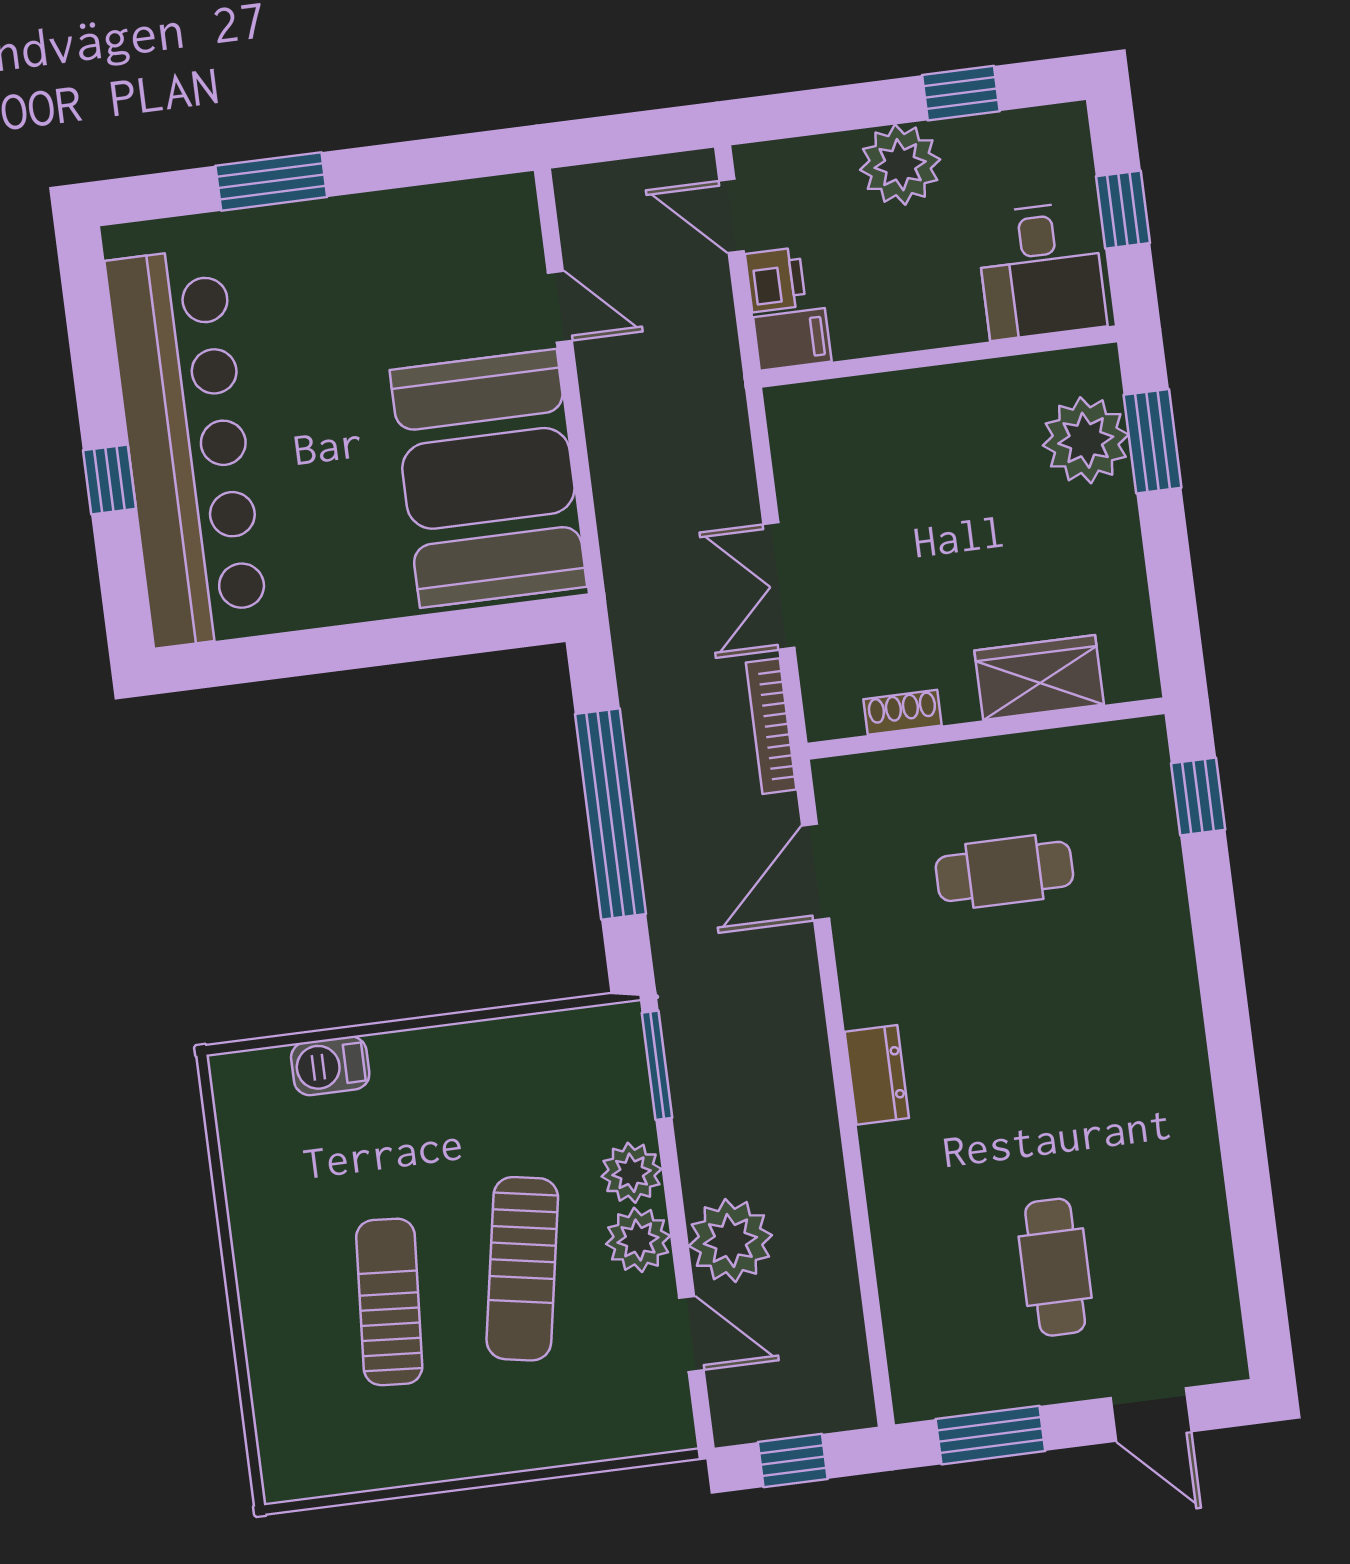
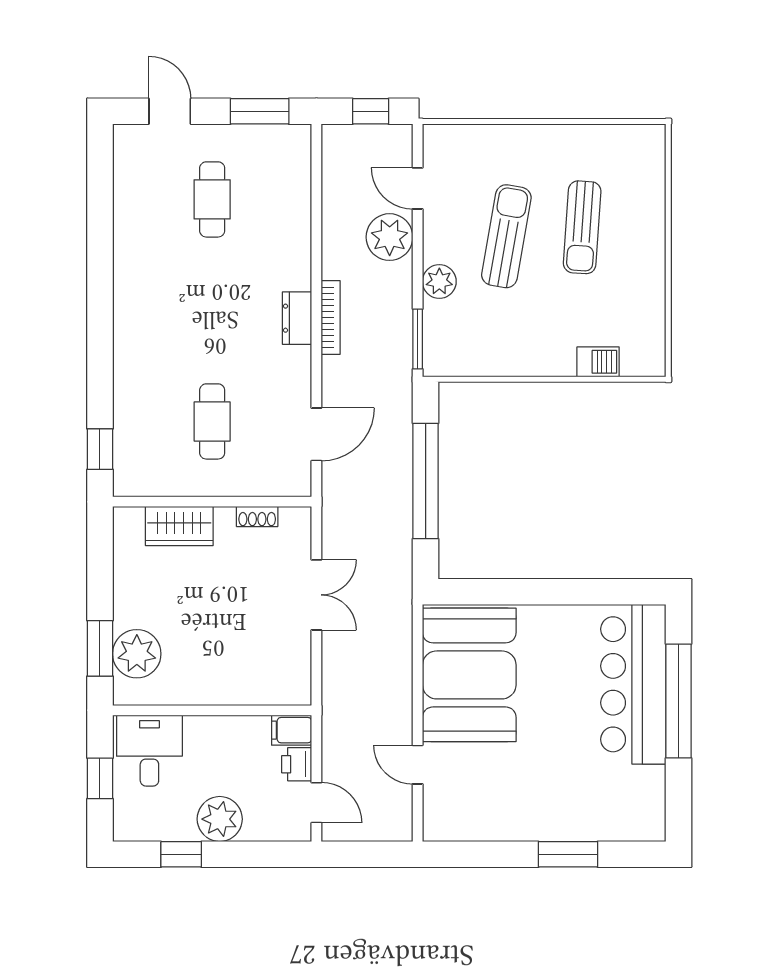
bar counter: (187, 447) -> (633, 684), width x0.73
window: (110, 480) -> (678, 701), width x3.17
bookcase: (771, 726) -> (331, 317), moved
cafe table: (1004, 871) -> (212, 421), turned 90
plant: (638, 1240) -> (440, 244), removed

